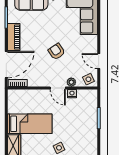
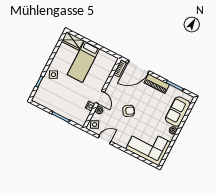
door: (6, 65) -> (139, 67), hinge flipped
door: (58, 88) -> (100, 97), swing flipped

